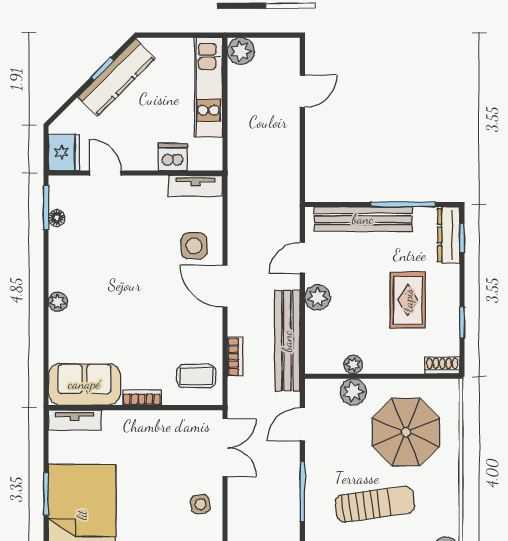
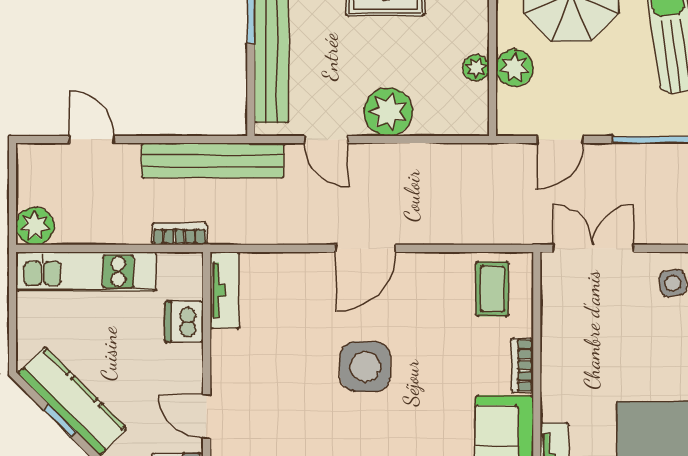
door: (105, 173) -> (207, 417), hinge flipped
side table: (194, 246) -> (365, 367), moved, width x1.37, depth x1.37
plant: (317, 297) -> (388, 112), width x1.36, depth x1.36
bench: (287, 341) -> (213, 161), moved
bookcase: (235, 357) -> (180, 234), moved
door: (302, 424) -> (560, 139), hinge flipped

